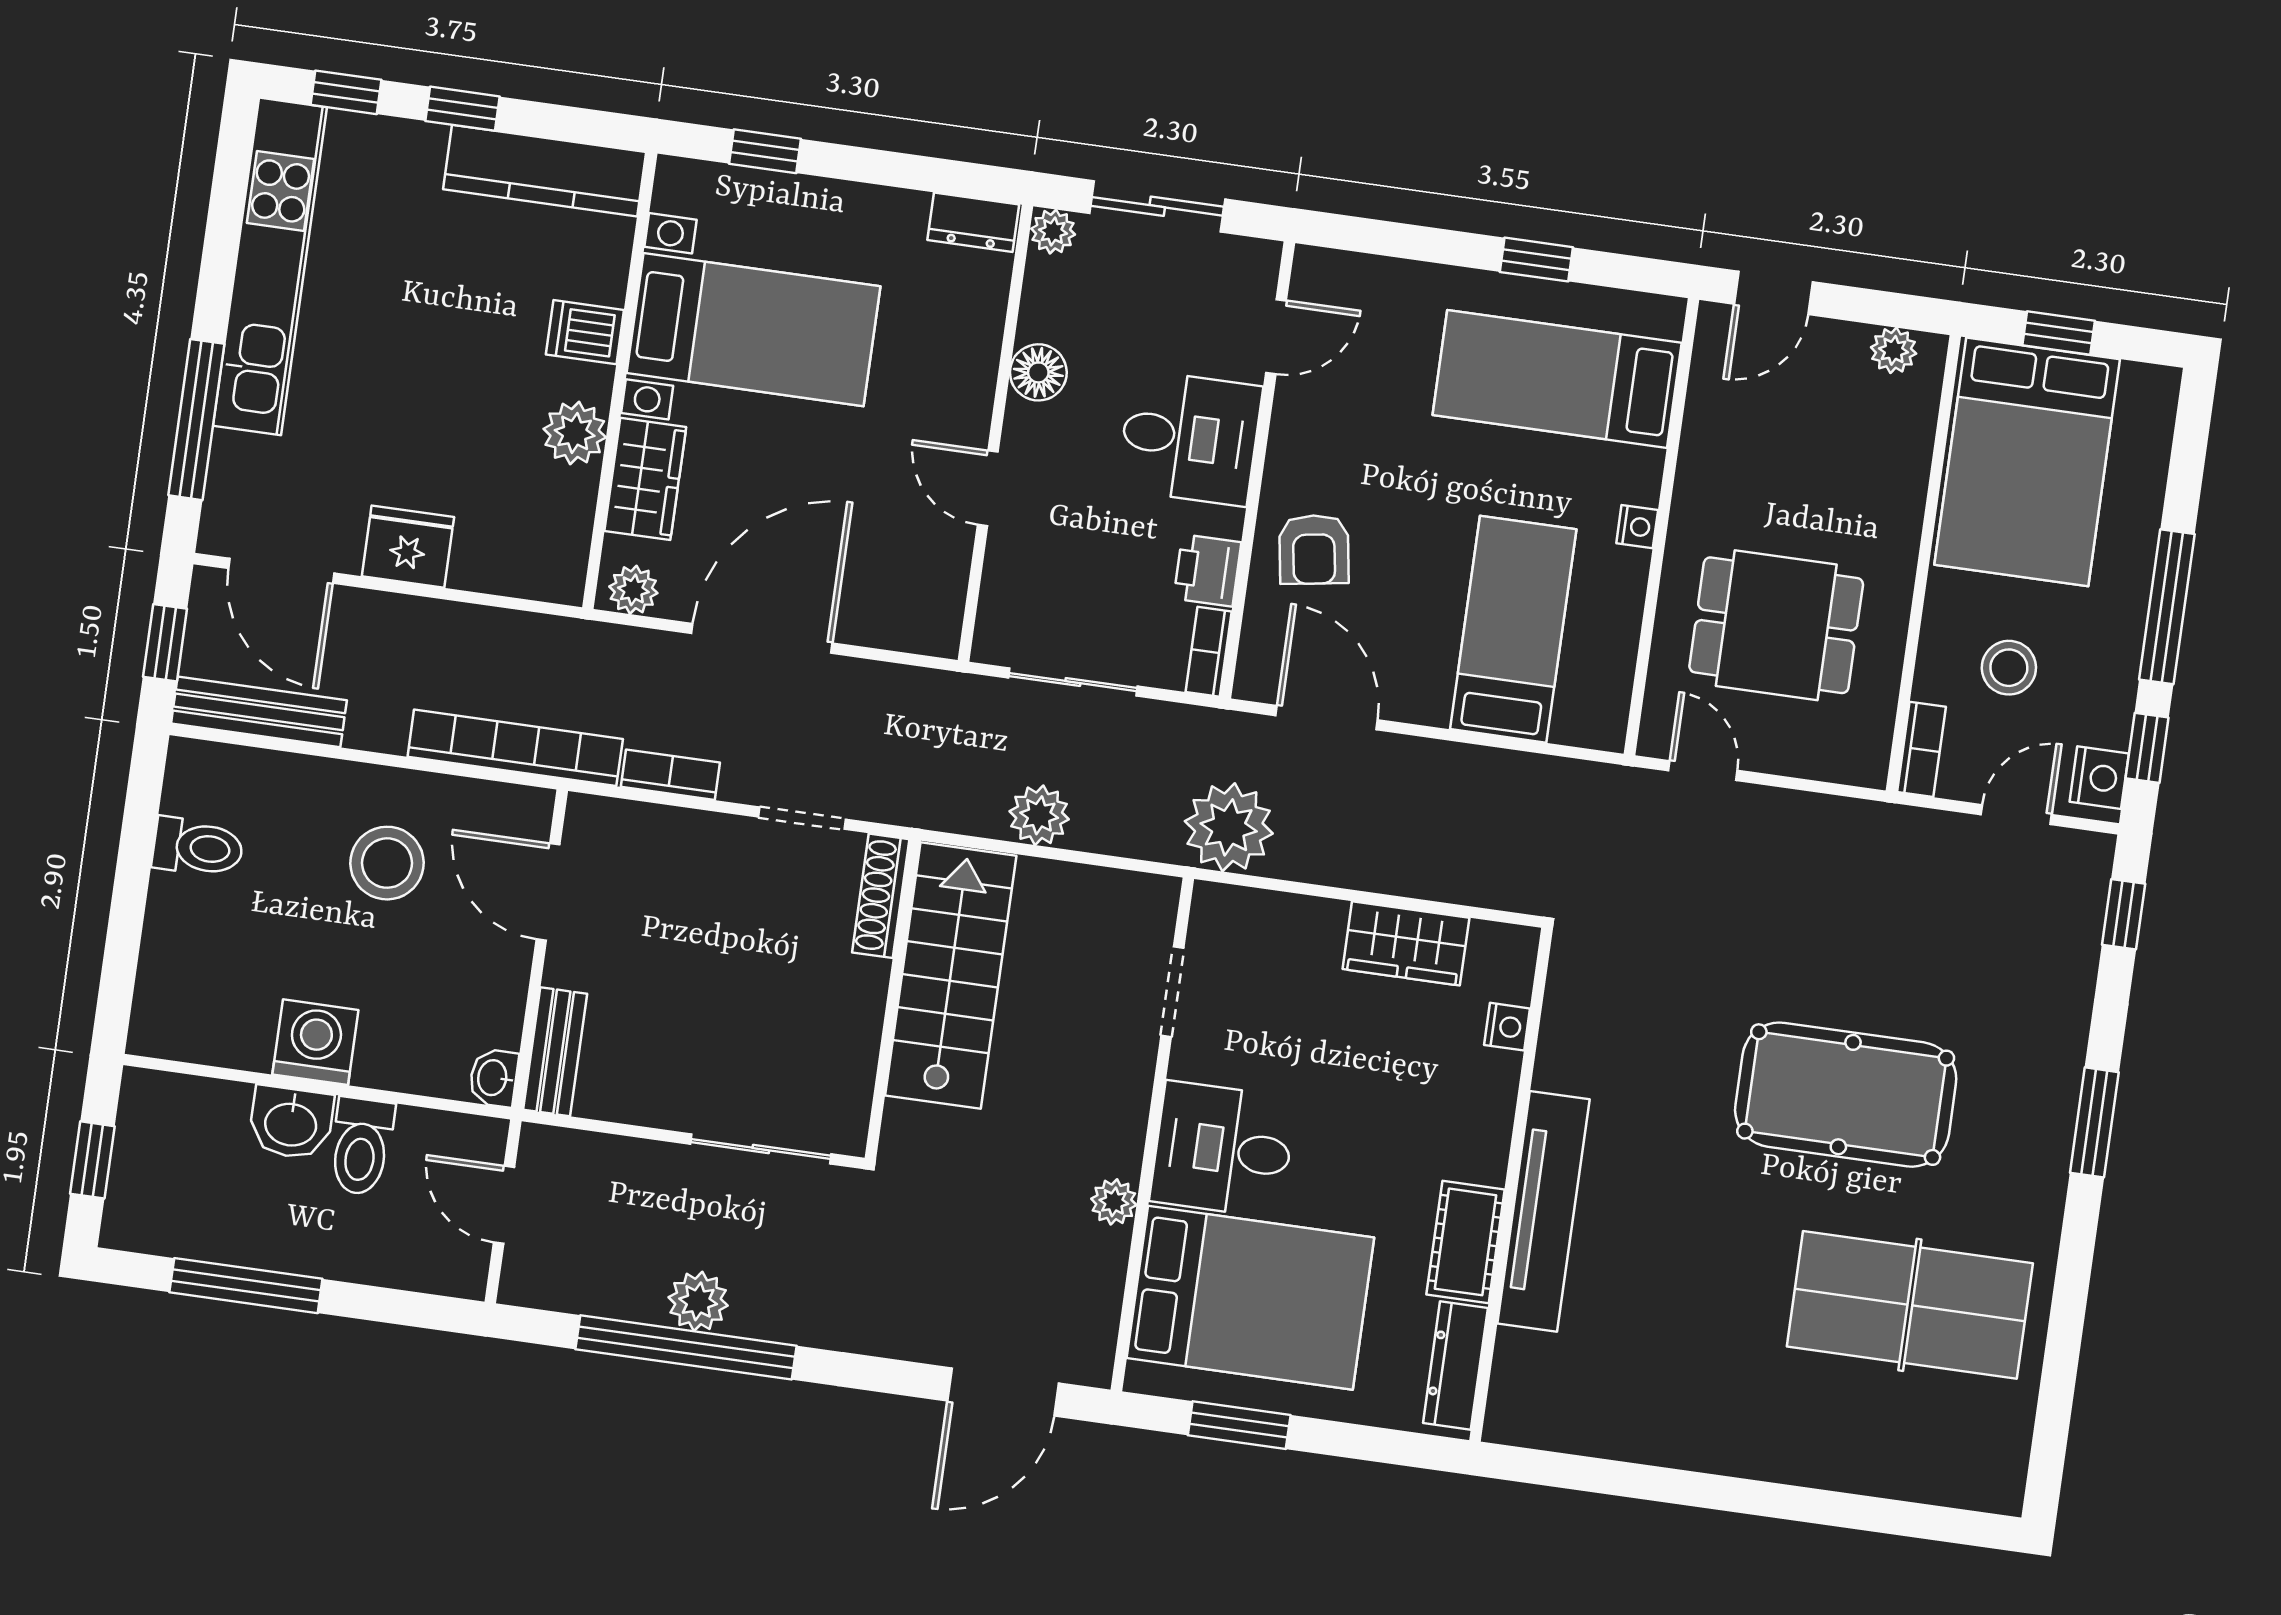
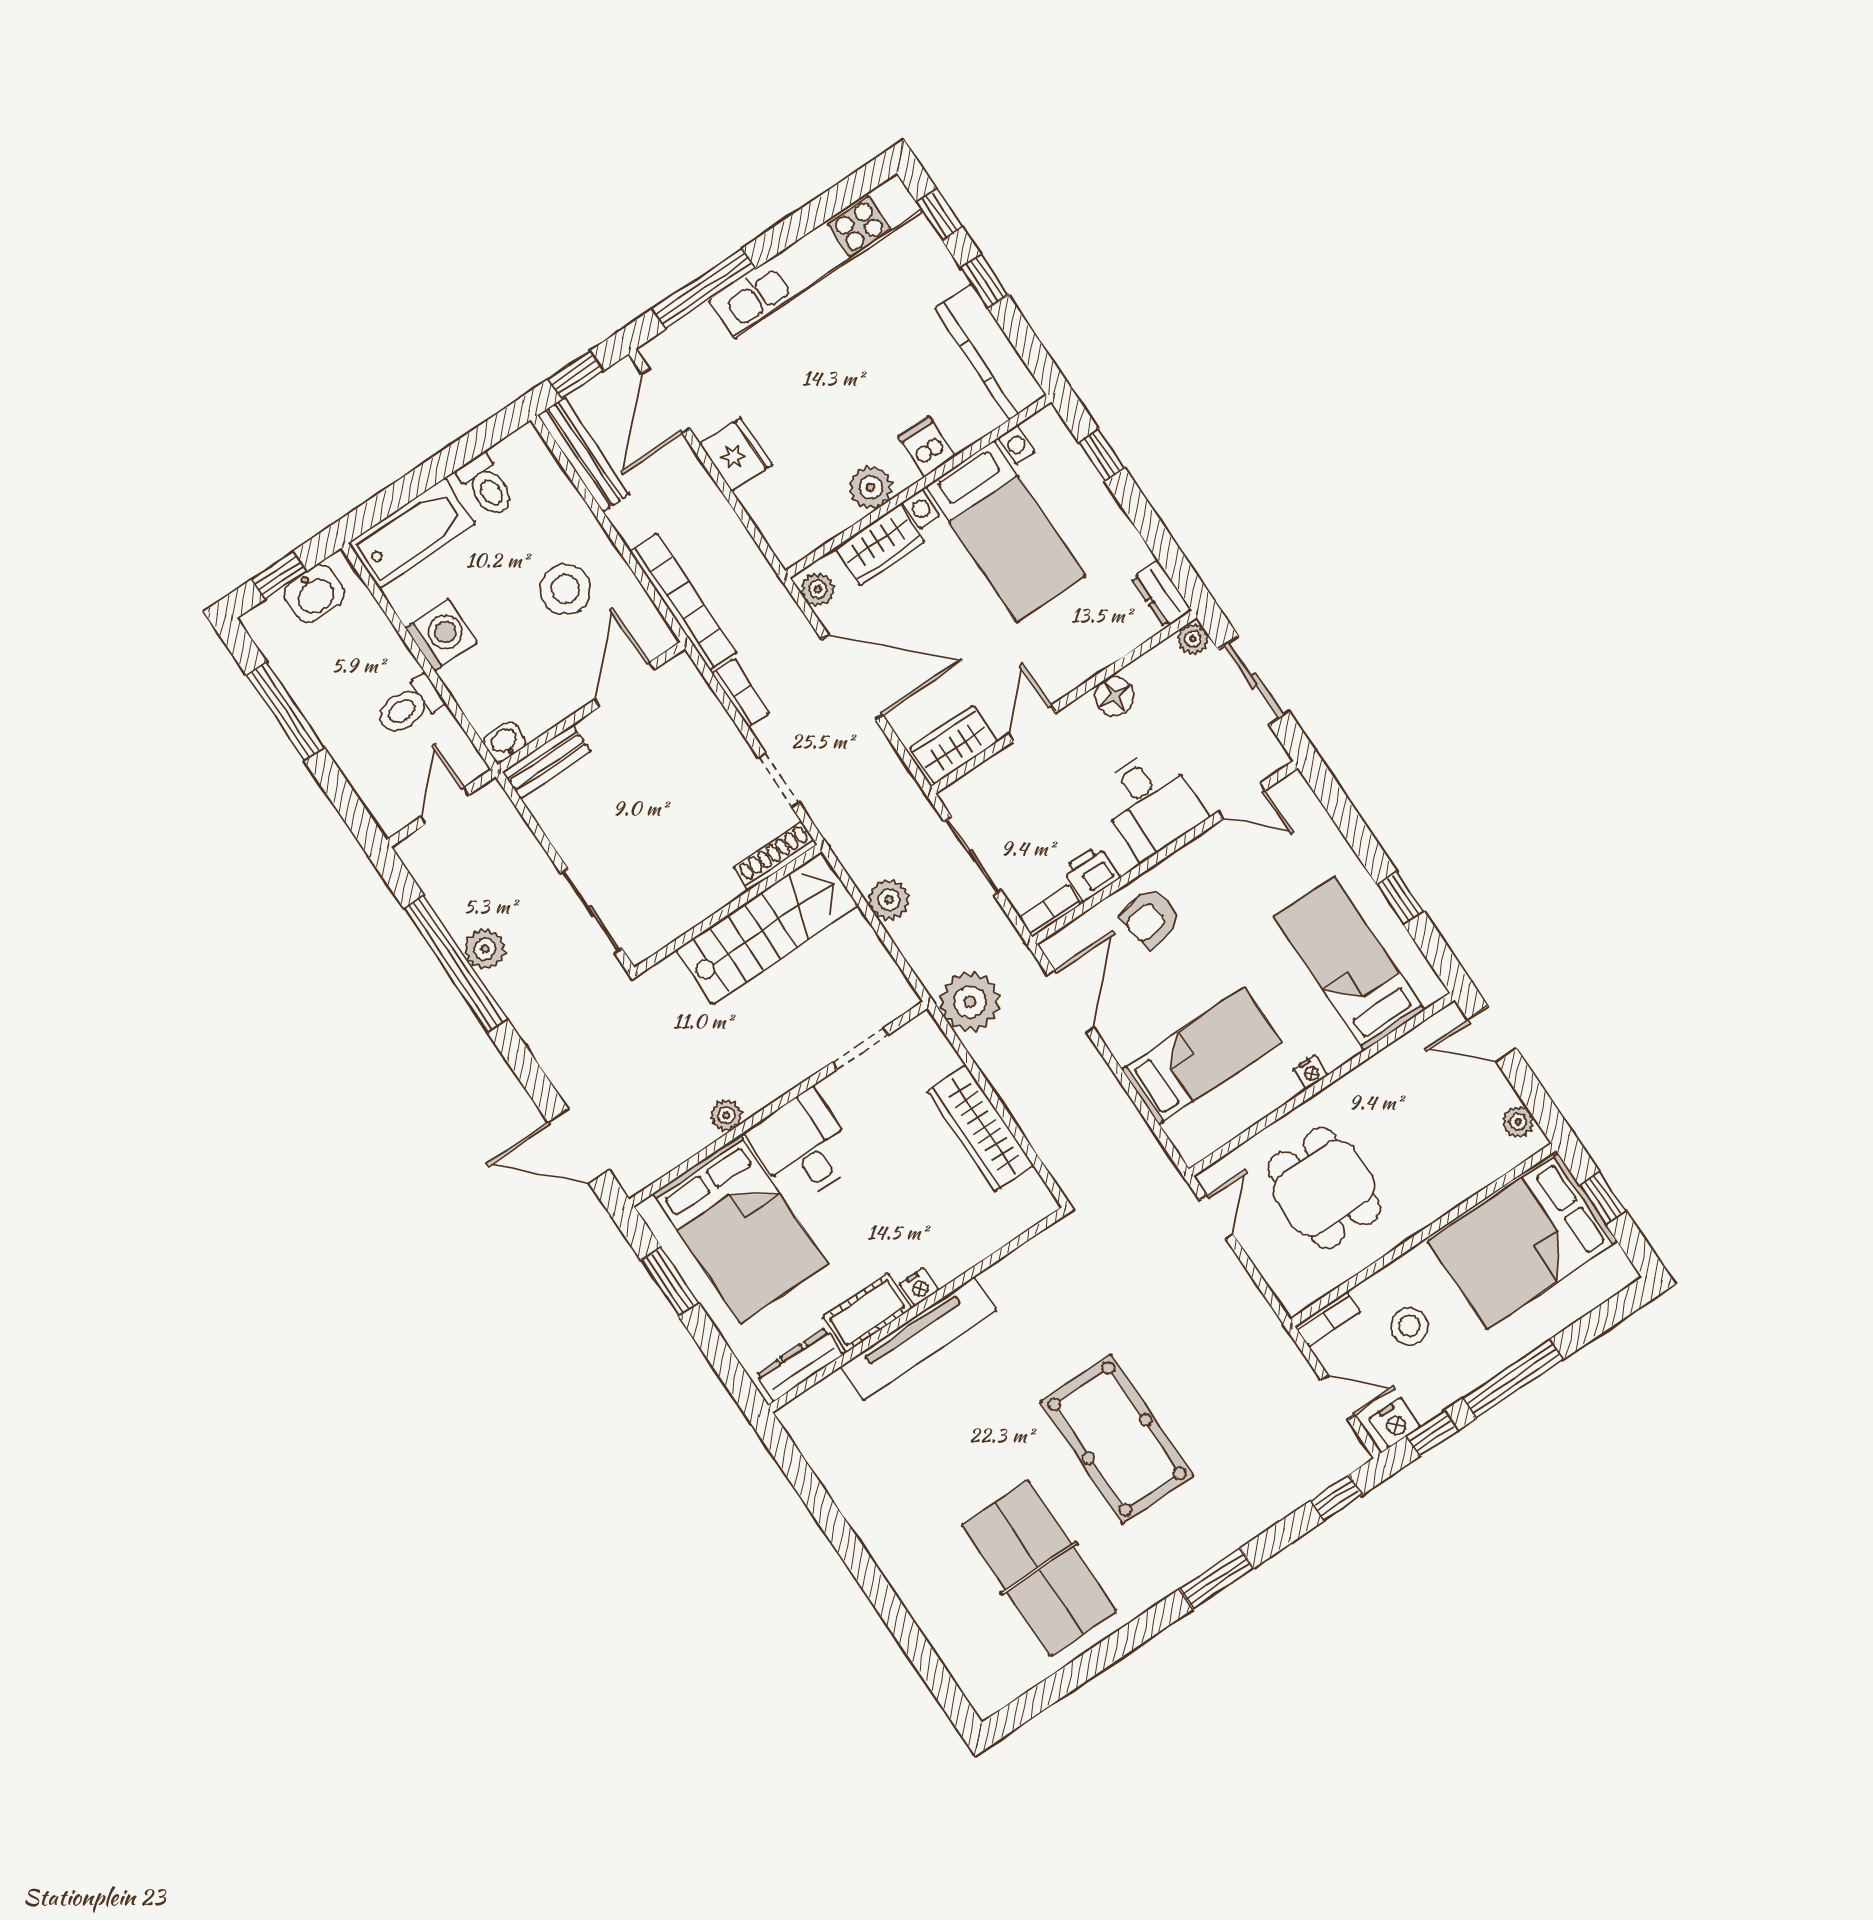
wardrobe: (934, 594) -> (954, 745), added
wardrobe: (1406, 943) -> (981, 1129), width x1.50
bathtub: (176, 975) -> (412, 533), added
nightstand: (1507, 1027) -> (919, 1287), moved
washbasin: (291, 1123) -> (314, 594), moved, turned -90

